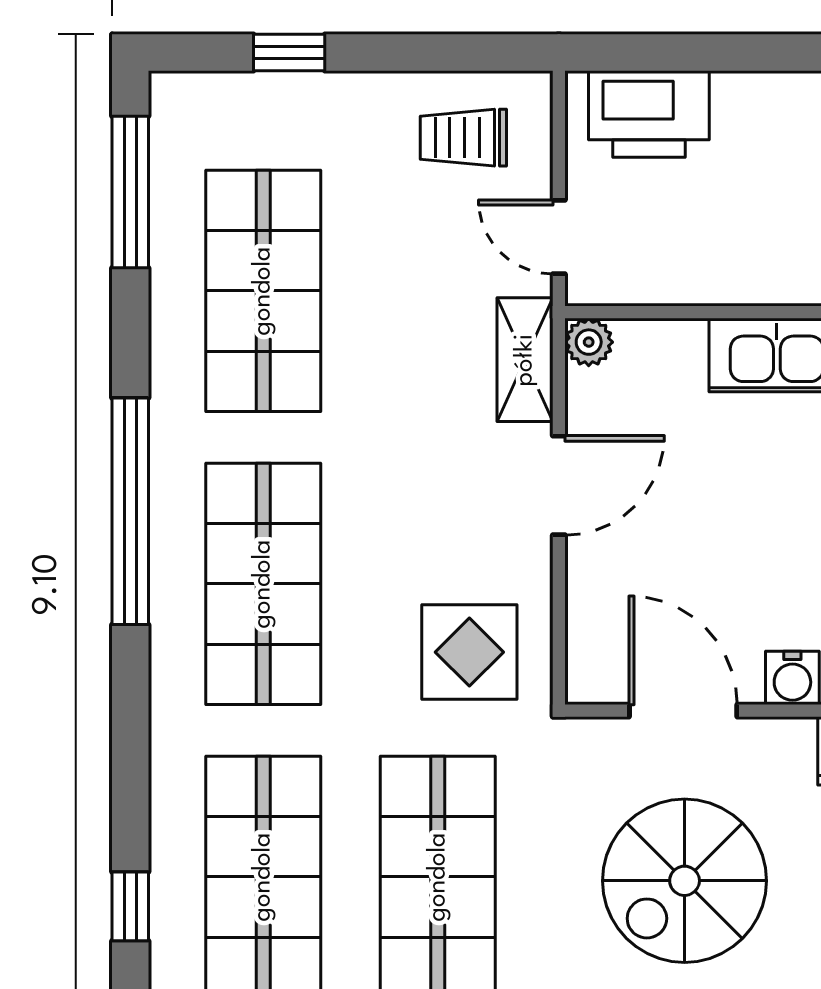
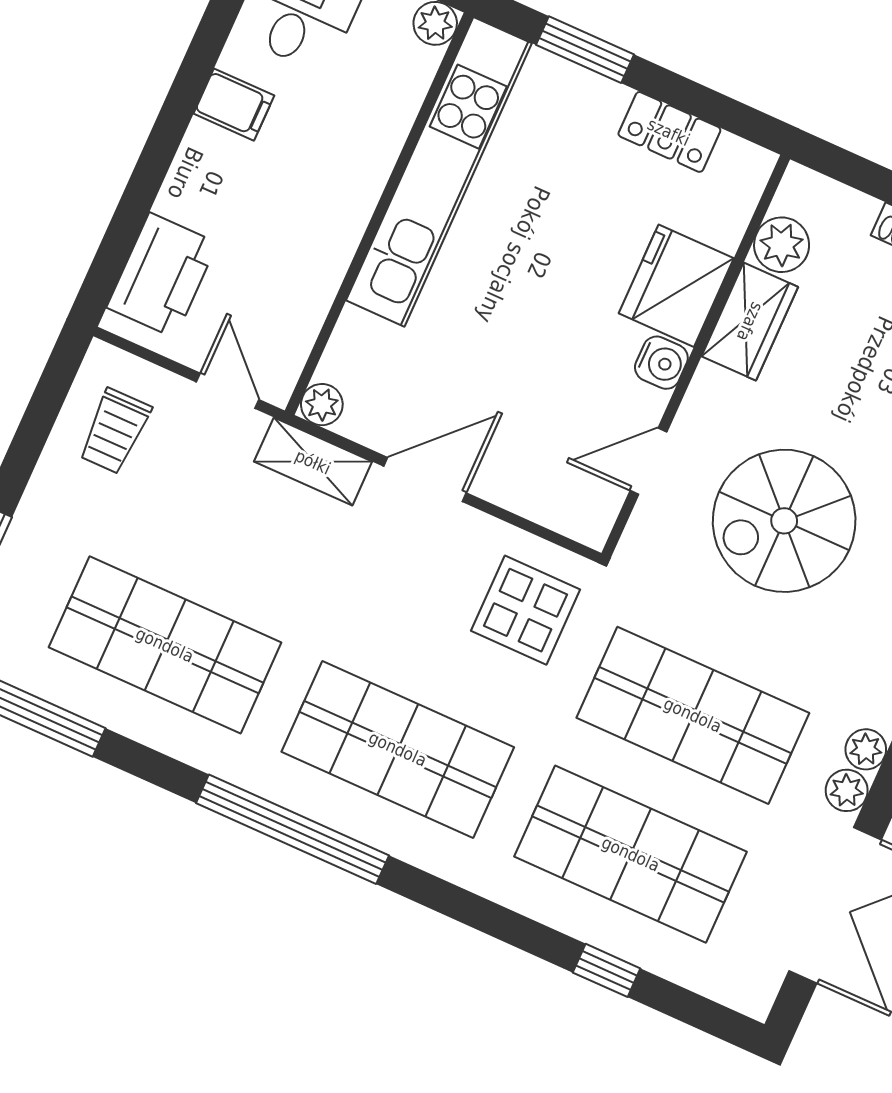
door: (559, 237) -> (228, 391), swing flipped
door: (559, 485) -> (425, 479), hinge flipped
door: (683, 711) -> (648, 461), width x0.73
spiral stairs: (685, 881) -> (784, 521), turned 90

